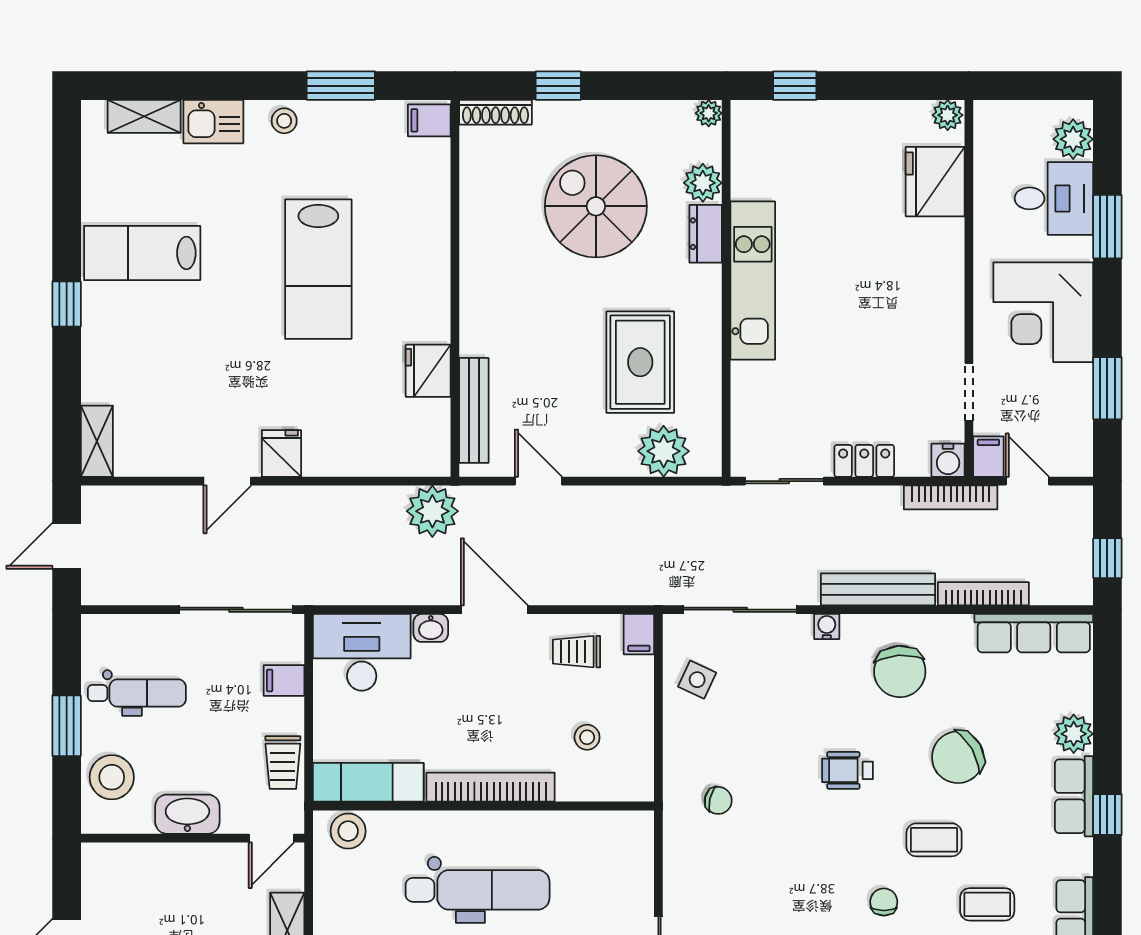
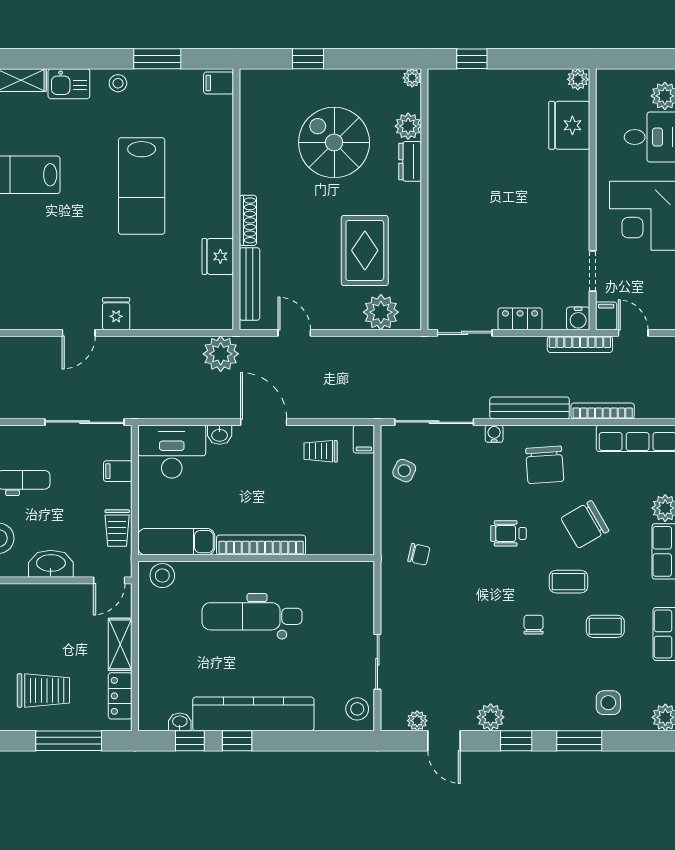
shoe rack: (496, 112) -> (248, 220), moved, turned -90
kitchen unit: (753, 281) -> (443, 194), removed
stool: (587, 737) -> (328, 510), removed
dental chair: (478, 890) -> (252, 616), turned 180

